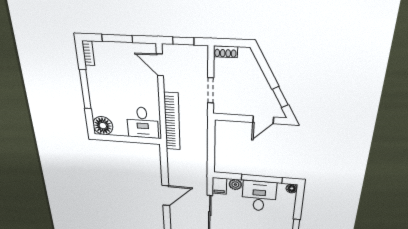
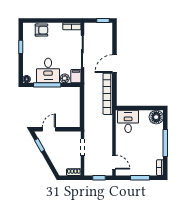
bookcase: (172, 122) -> (108, 94), moved

